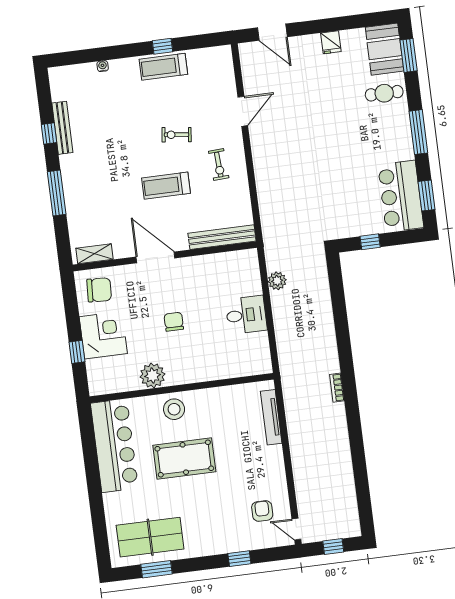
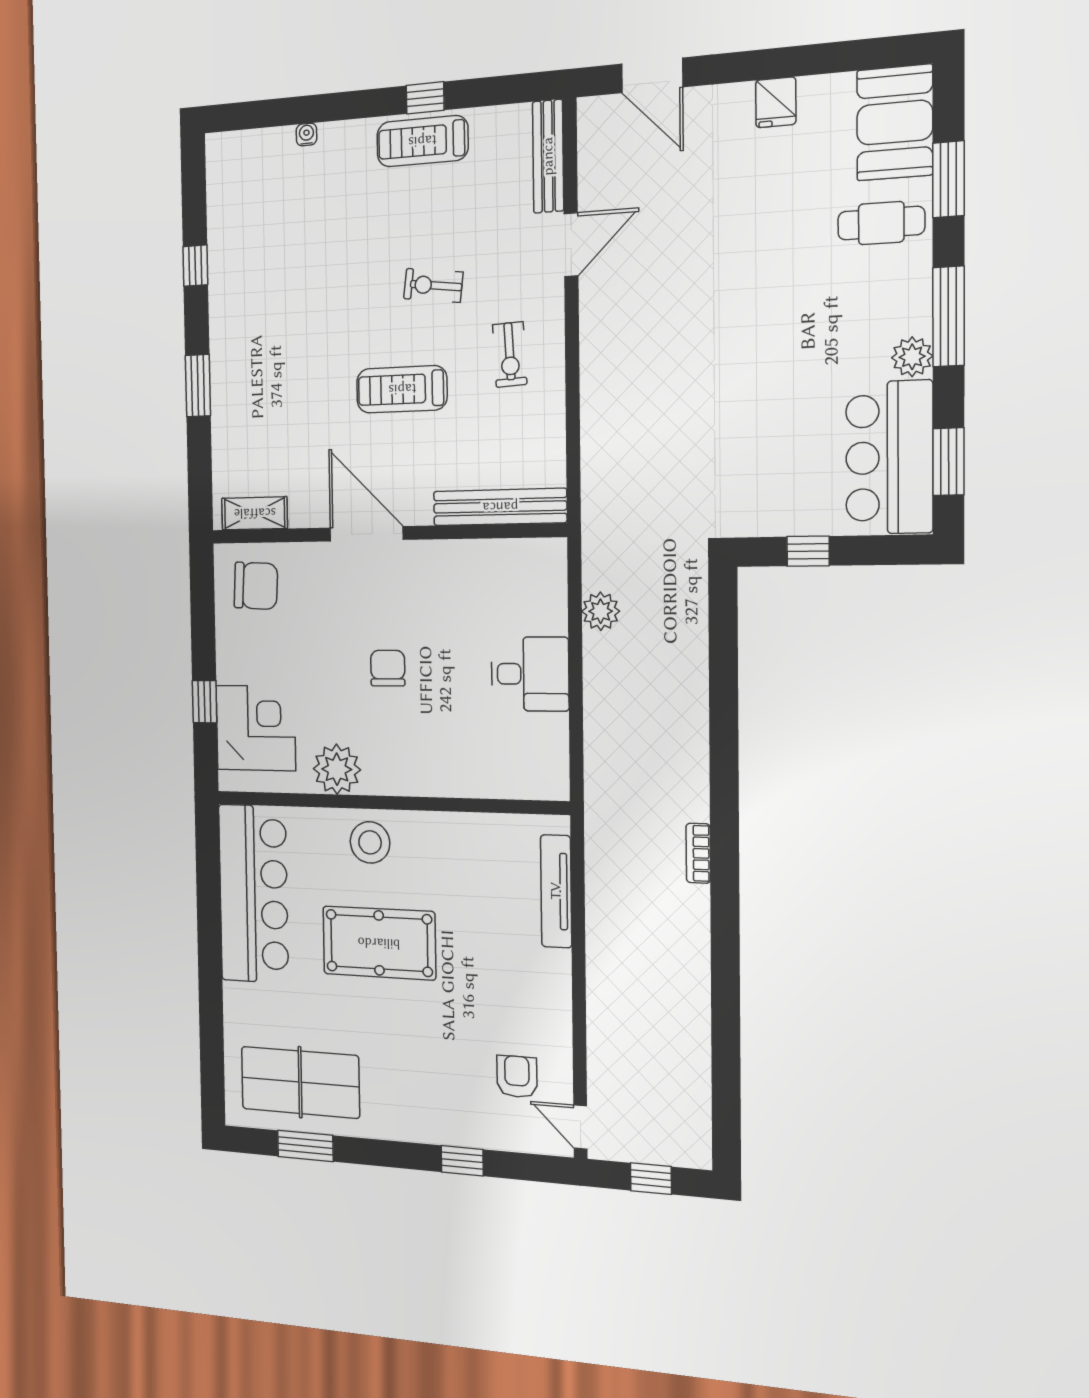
window: (409, 55) -> (948, 179), moved
bench: (62, 128) -> (548, 156), moved
plant: (405, 151) -> (912, 357), added
window: (57, 193) -> (198, 386), width x0.69
corner desk: (103, 335) -> (256, 728), moved

